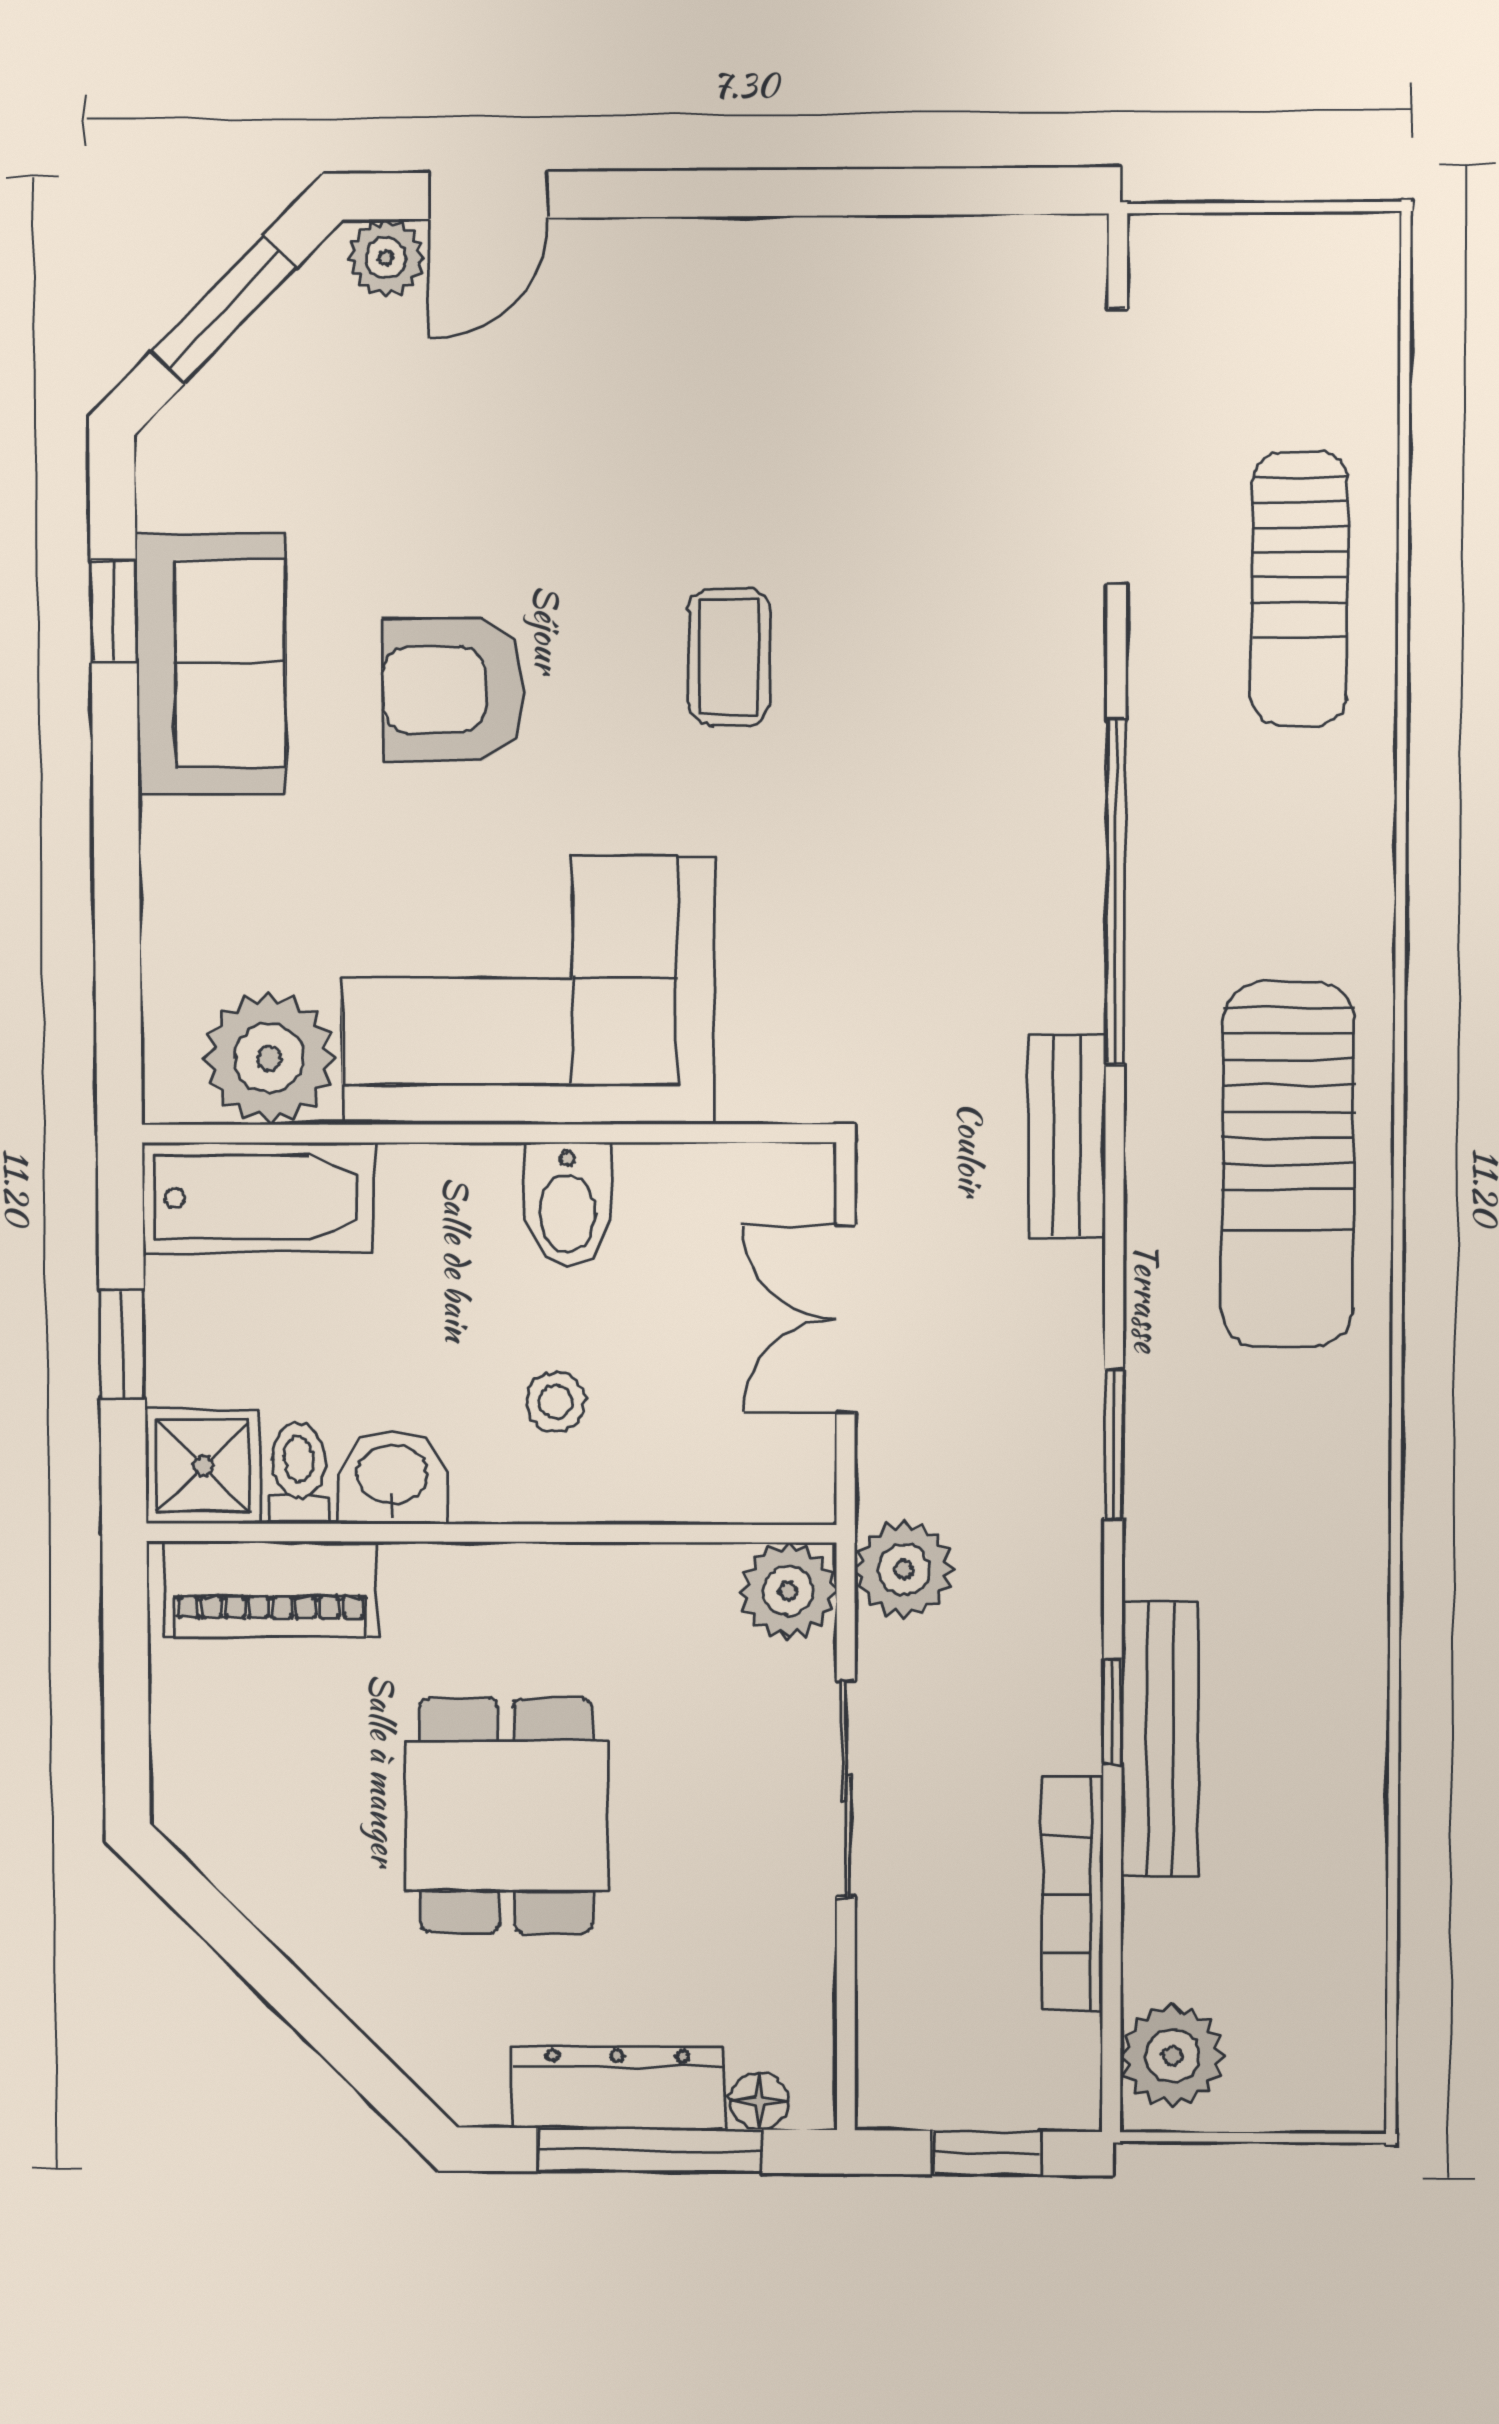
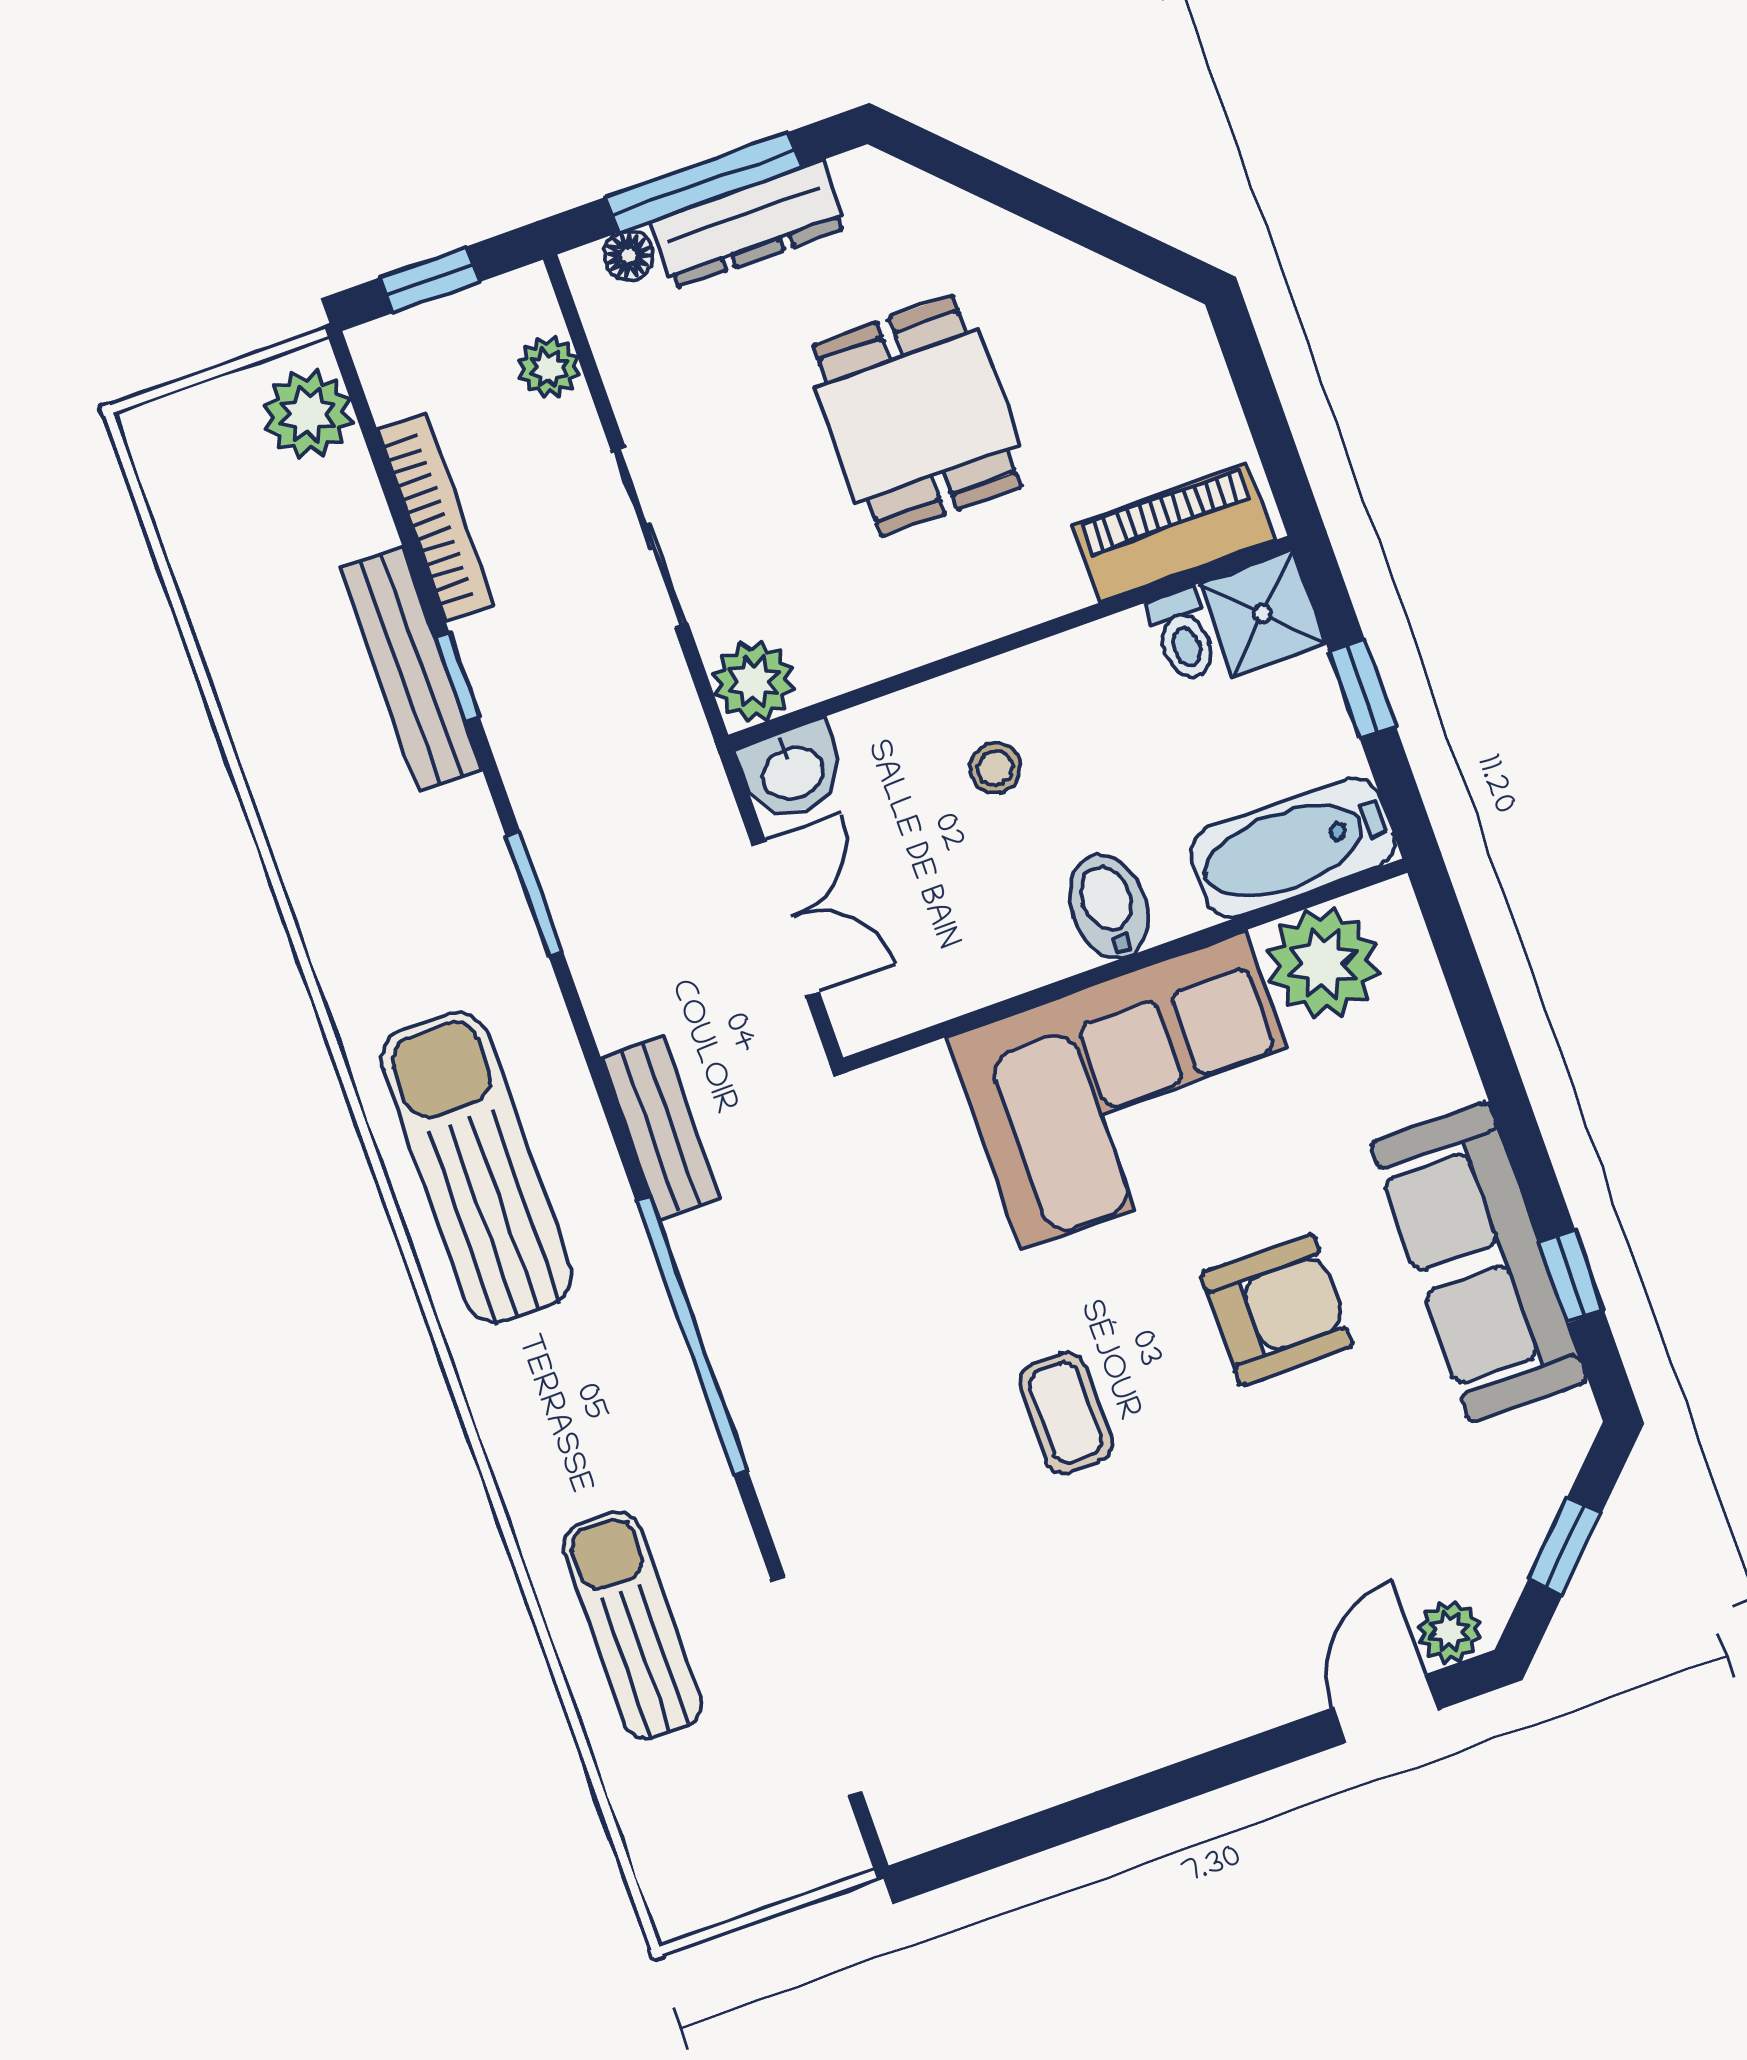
window: (224, 310) -> (1565, 1546), width x0.67
sofa: (211, 664) -> (1479, 1262), width x1.36
bidet: (568, 1205) -> (1109, 906), moved
washbasin: (392, 1477) -> (792, 771), moved
plant: (904, 1569) -> (549, 367), moved, width x0.73, depth x0.73

